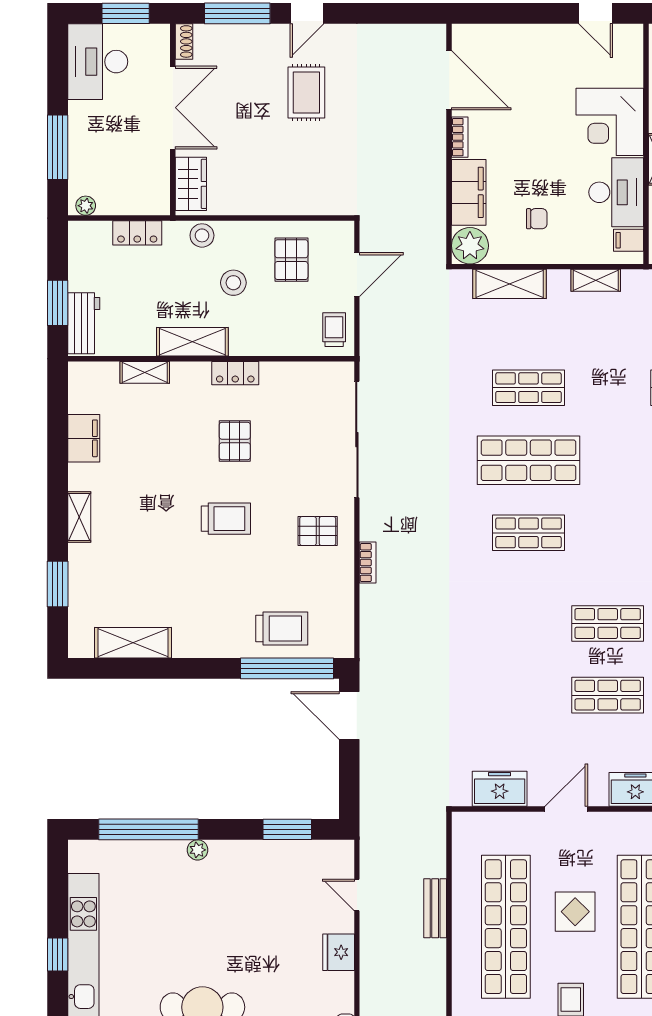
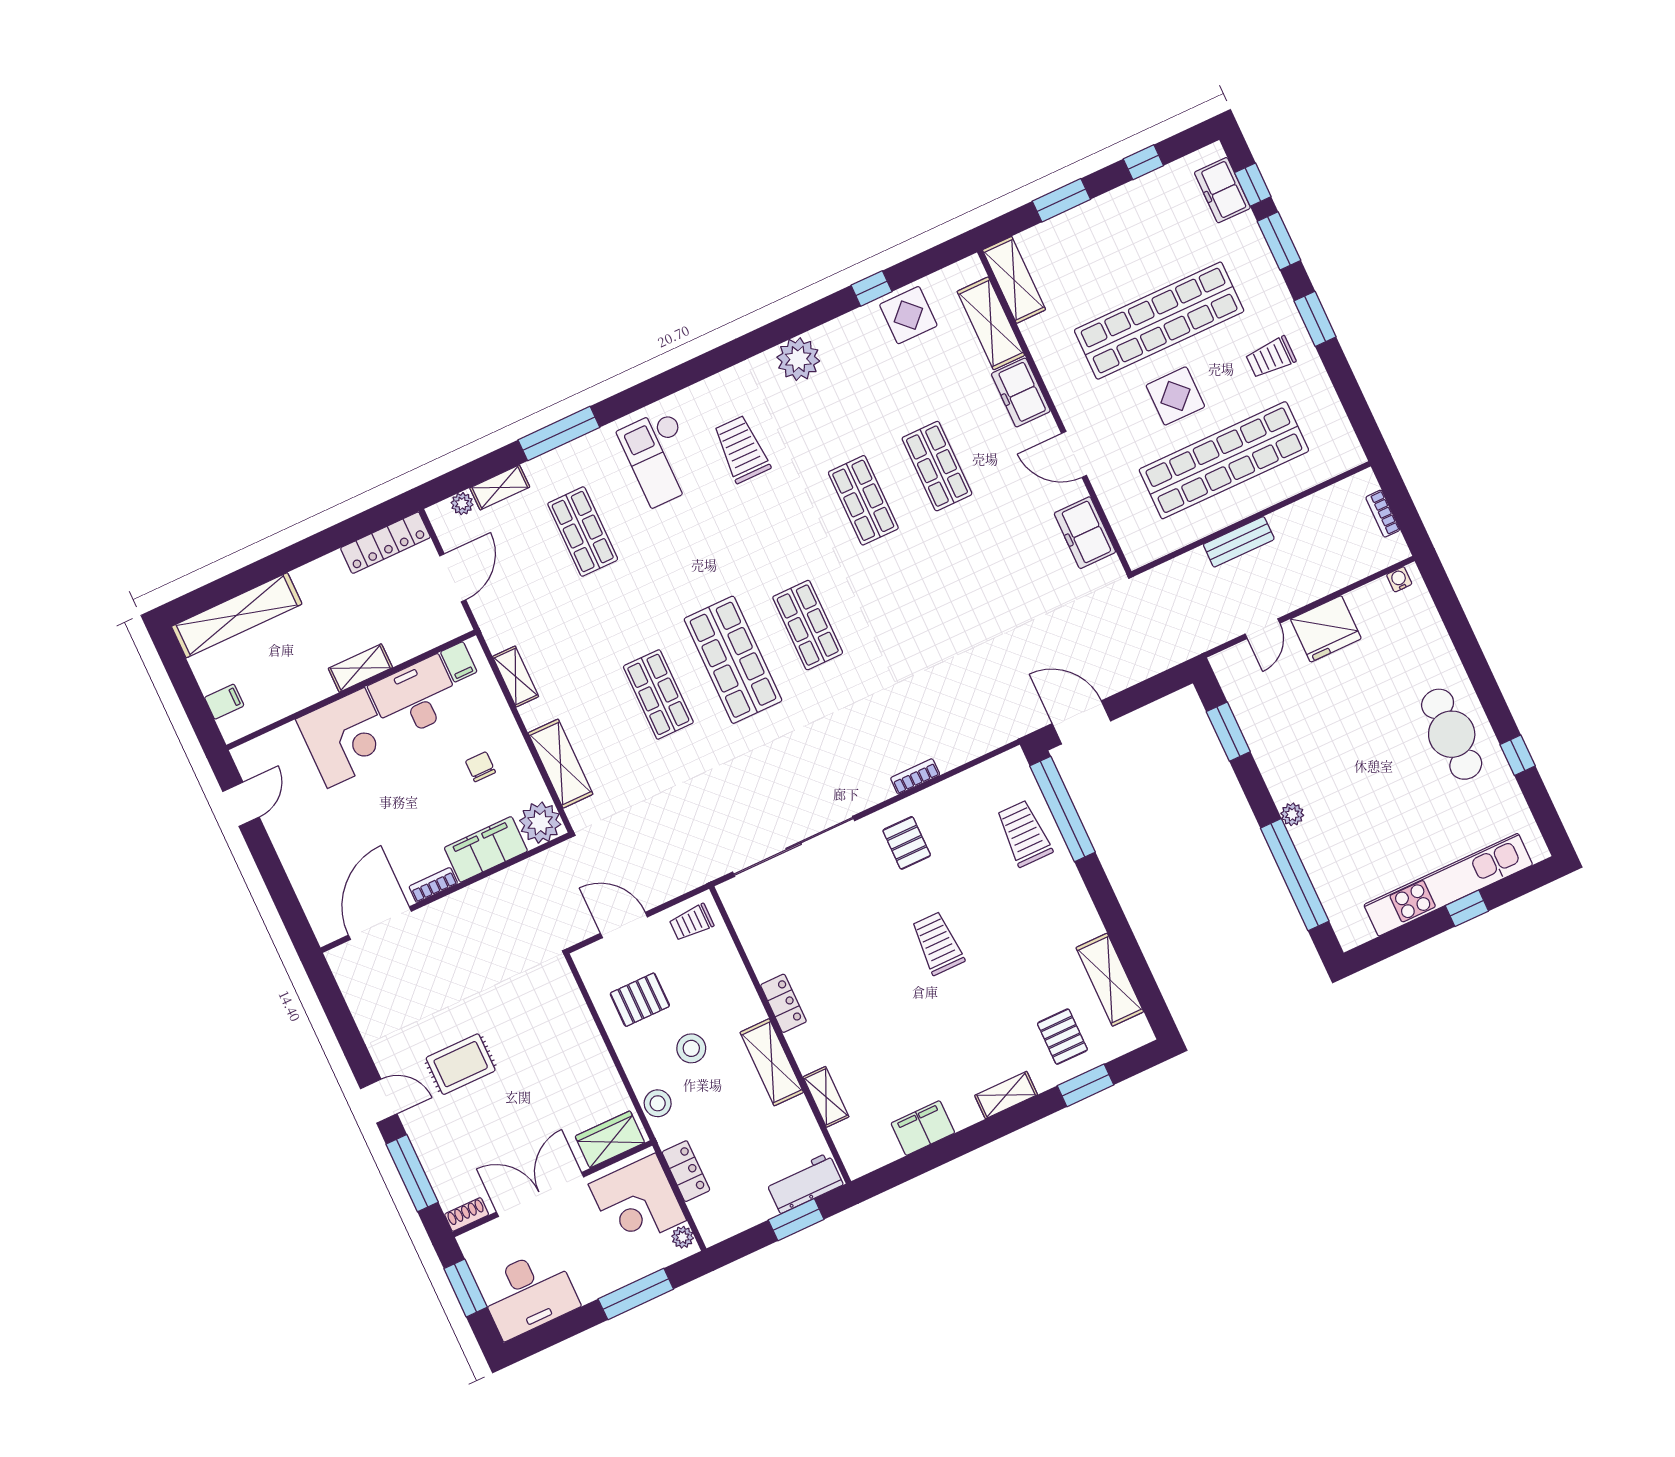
corner desk: (130, 183) -> (637, 1202), added
pallet: (235, 441) -> (1062, 1037), moved, turned 90
door: (349, 715) -> (1081, 722), swing flipped
fridge: (339, 952) -> (1326, 629), width x1.36, depth x1.34

